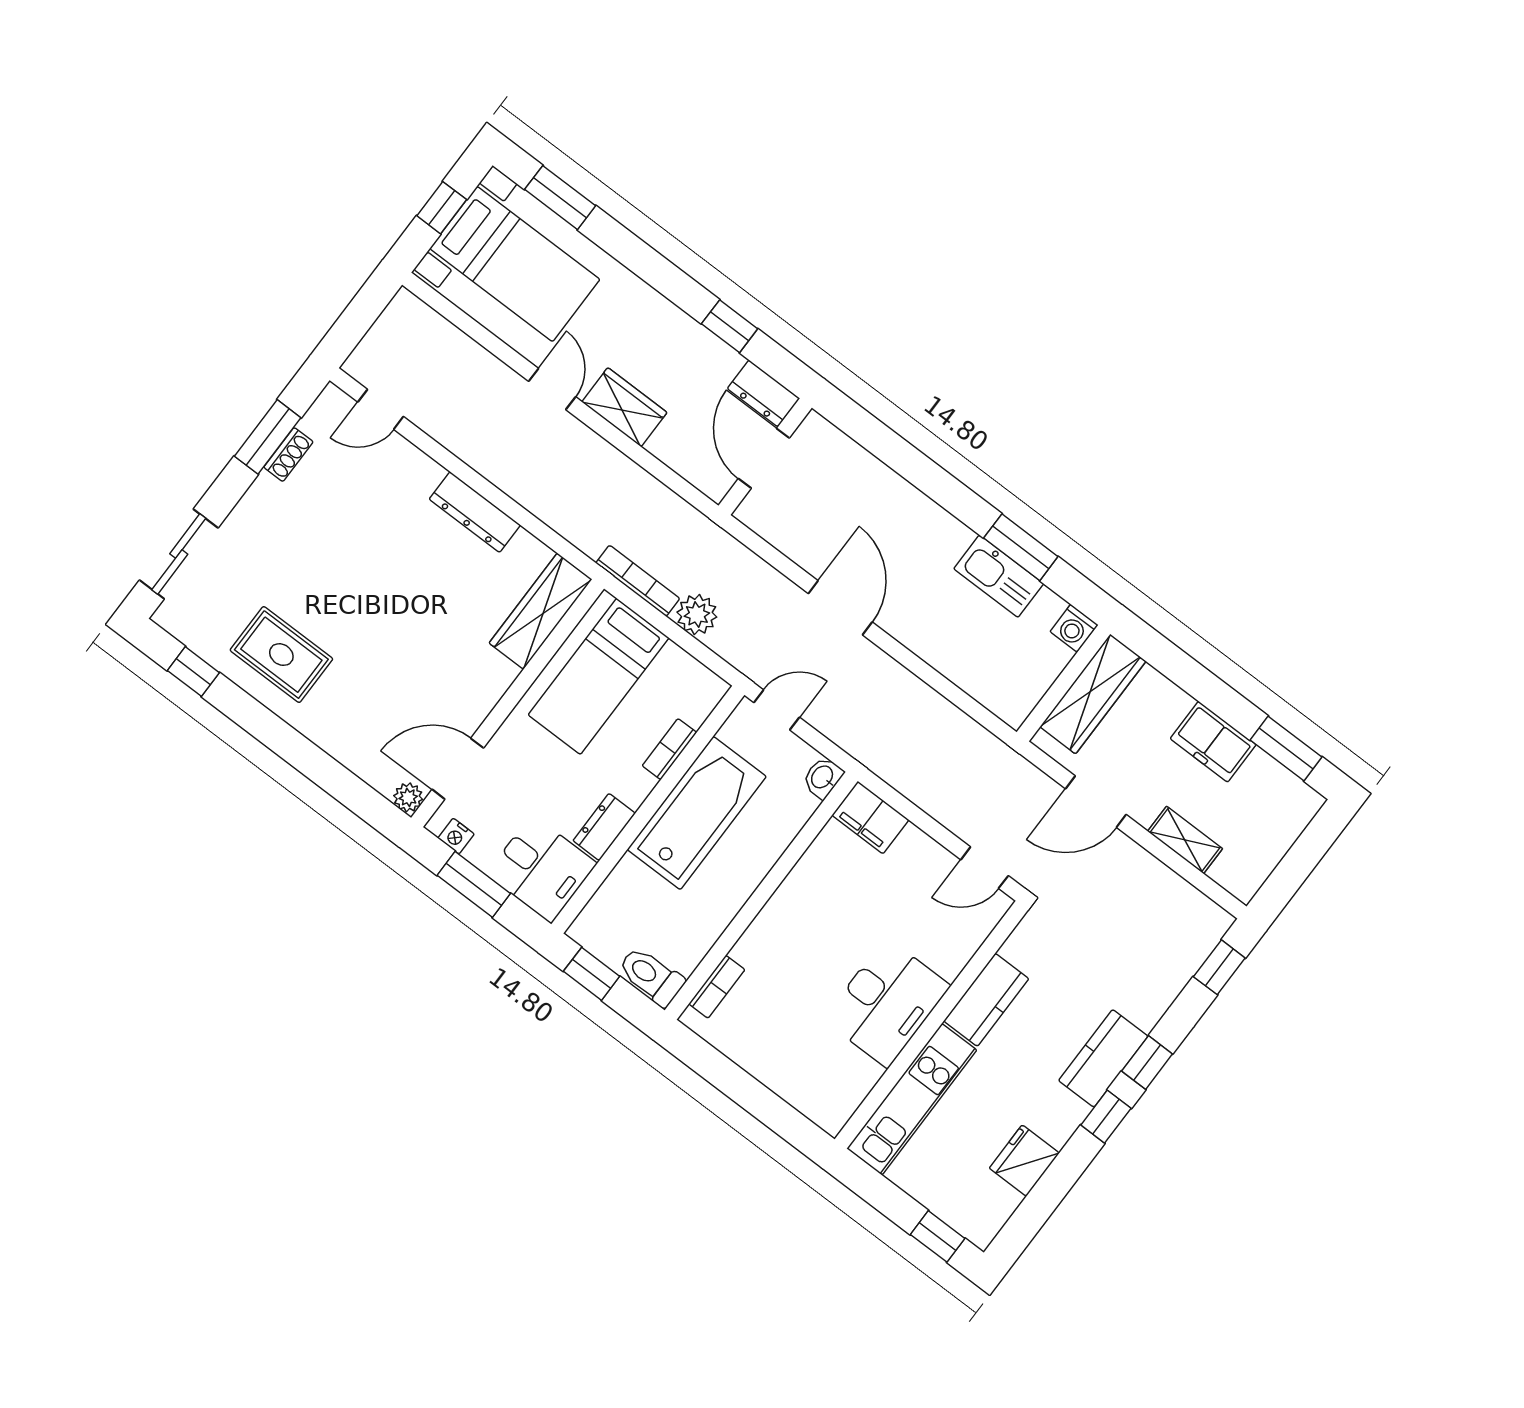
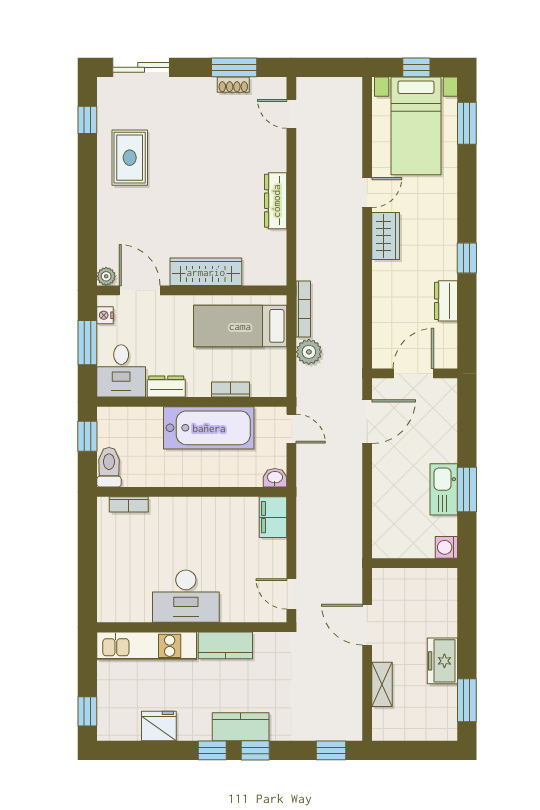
wall: (765, 457) -> (415, 373), moved
door: (764, 458) -> (413, 373), moved
wardrobe: (541, 611) -> (206, 272), moved
wardrobe: (1093, 694) -> (420, 582), removed

